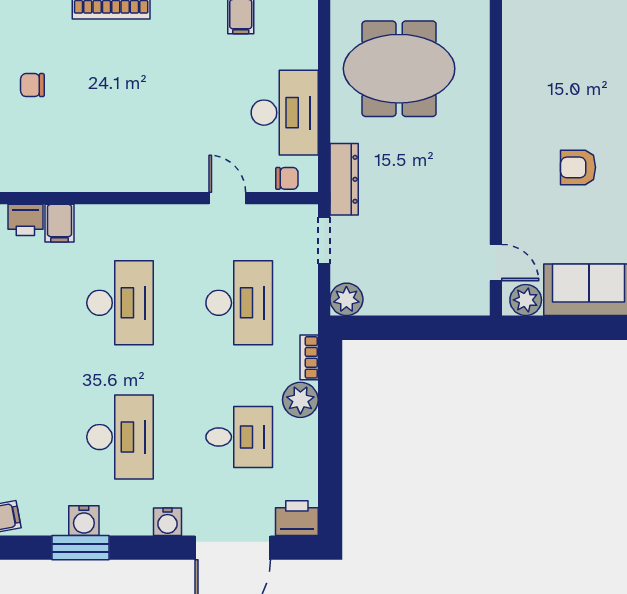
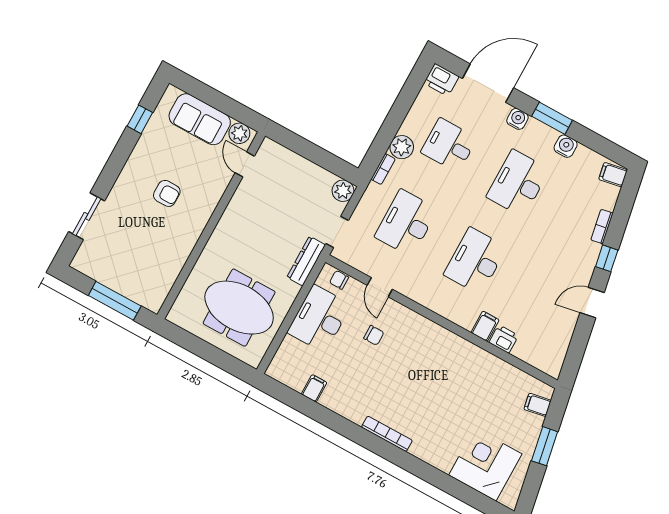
chair: (32, 85) -> (374, 335), moved
window: (80, 548) -> (552, 118), moved

